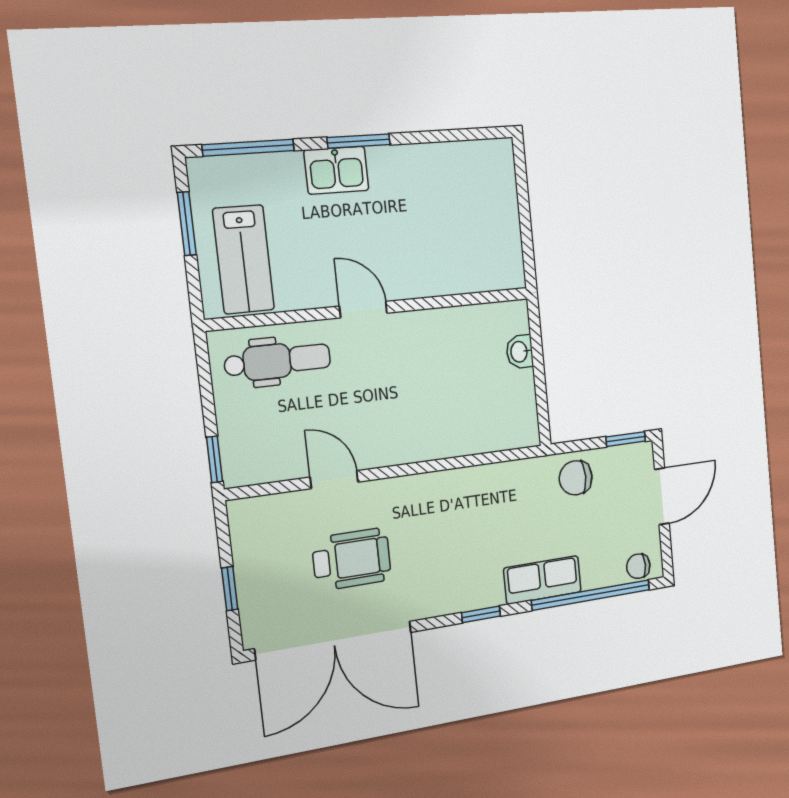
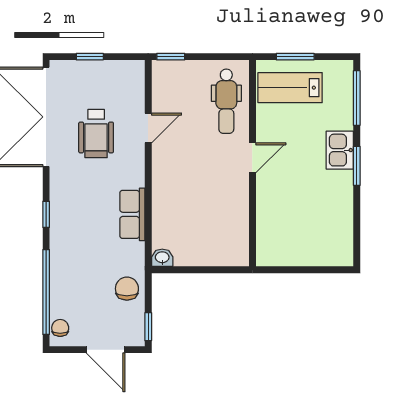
window: (187, 224) -> (295, 57), moved
washbasin: (520, 352) -> (162, 258), moved
row of seats: (543, 580) -> (132, 214), moved, turned 180

